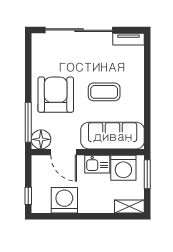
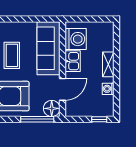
window: (147, 174) -> (81, 19), removed
washing machine: (64, 200) -> (108, 89), width x0.53, depth x0.53
shelving: (129, 207) -> (108, 64), moved

